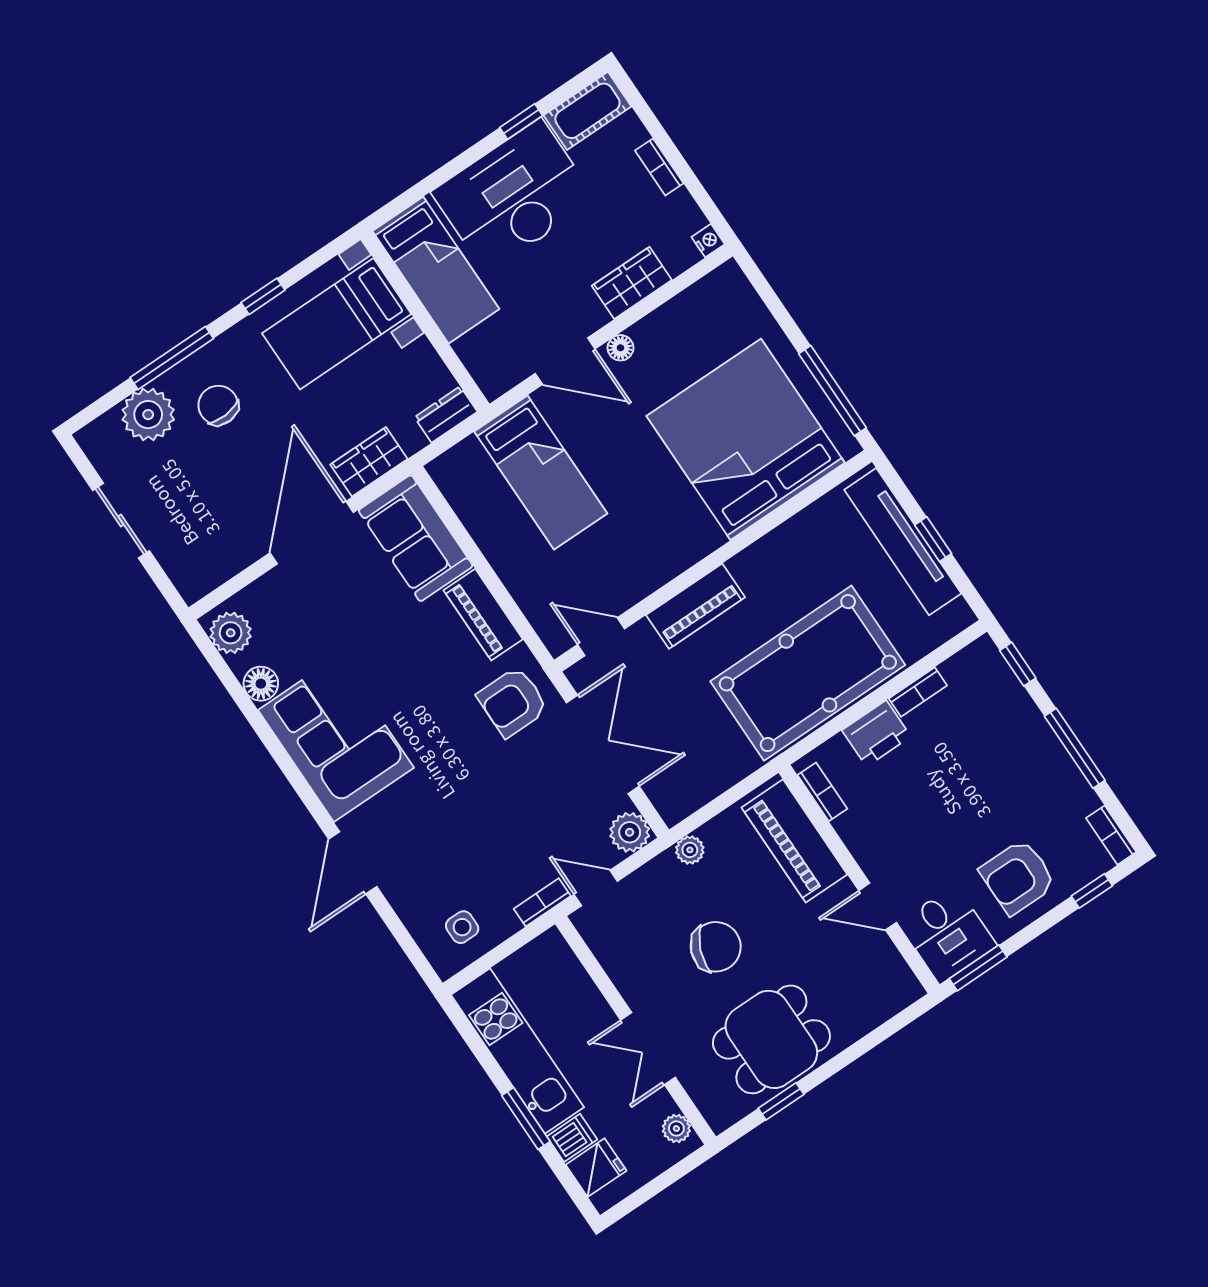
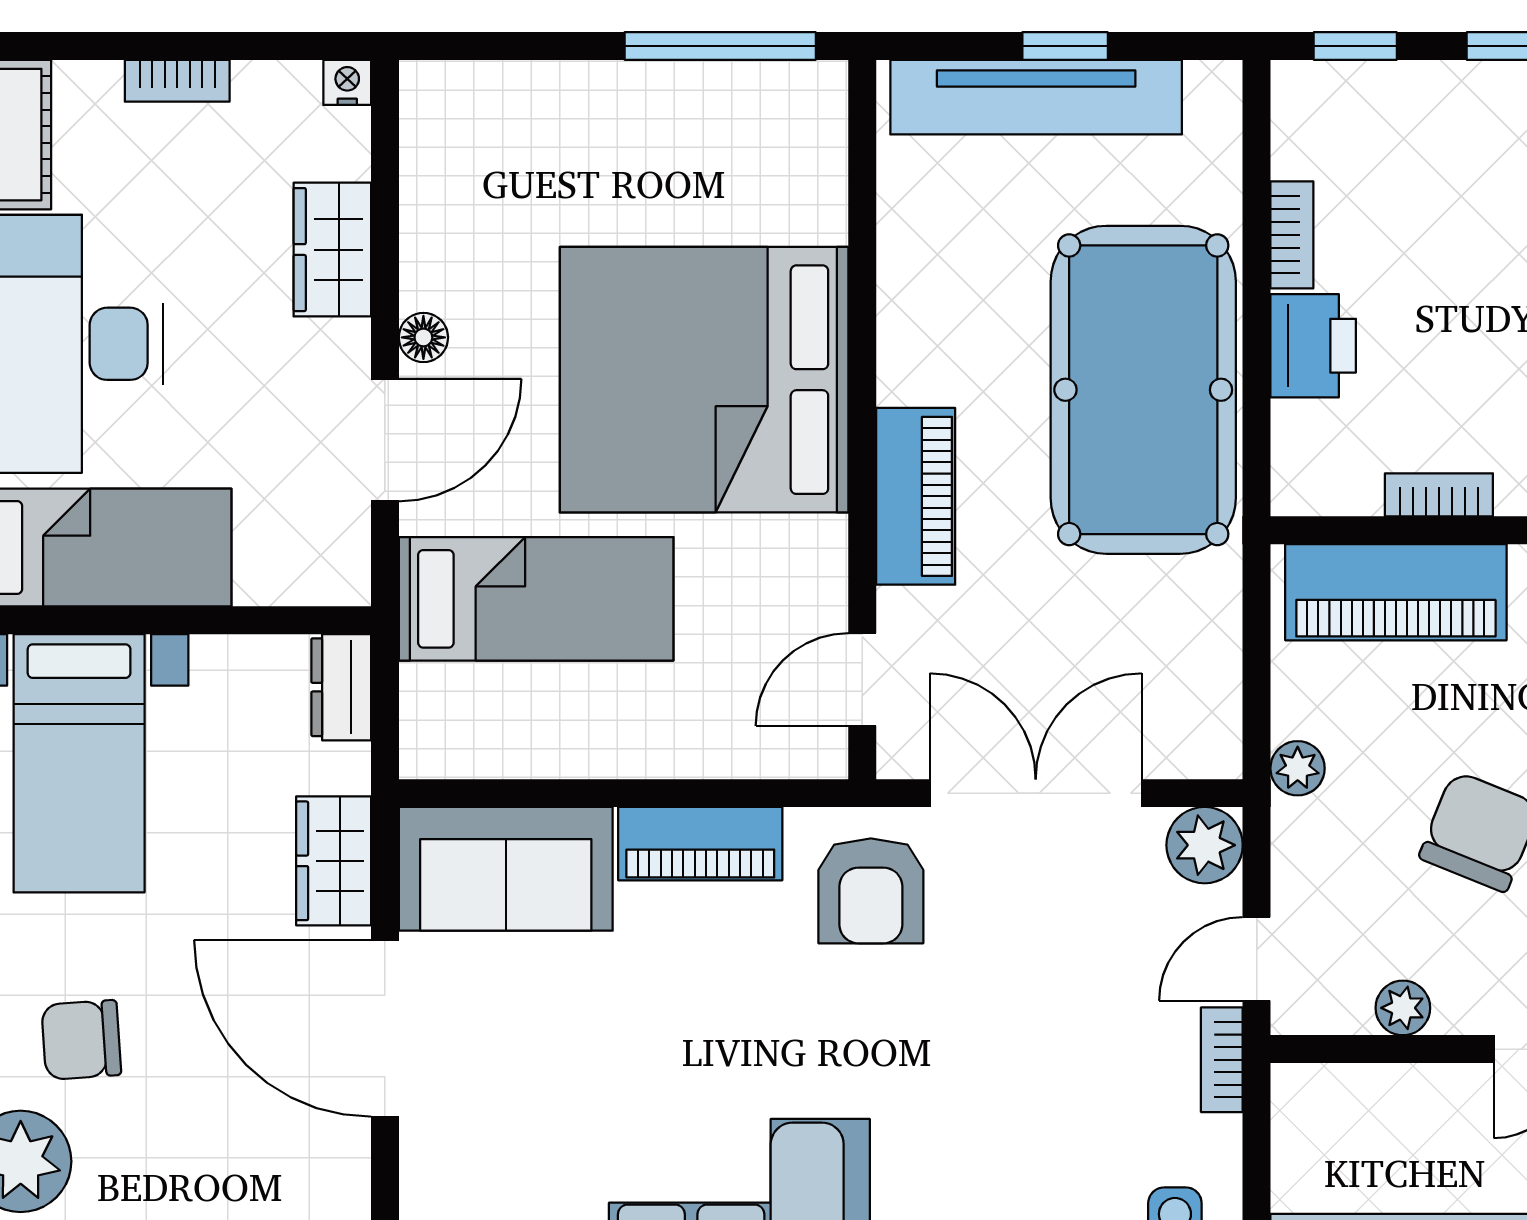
bed: (746, 439) -> (704, 380), moved
bookcase: (822, 792) -> (1439, 495), moved
plant: (617, 965) -> (1403, 1008), added

